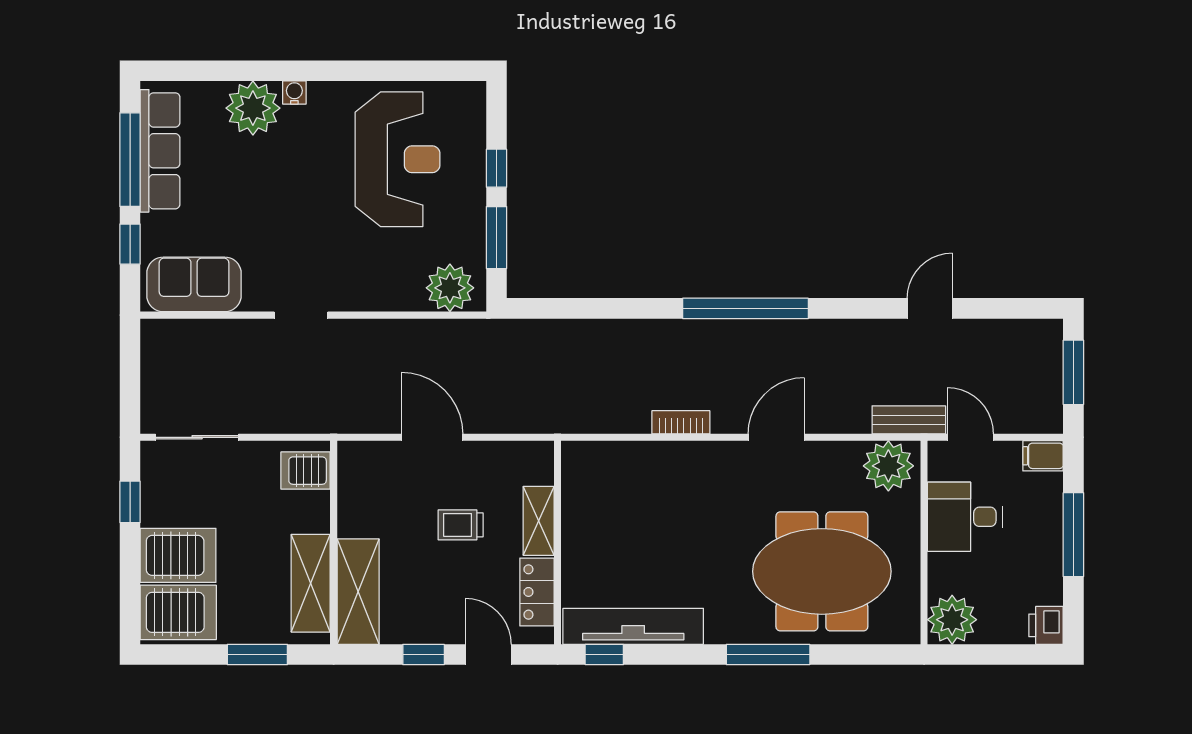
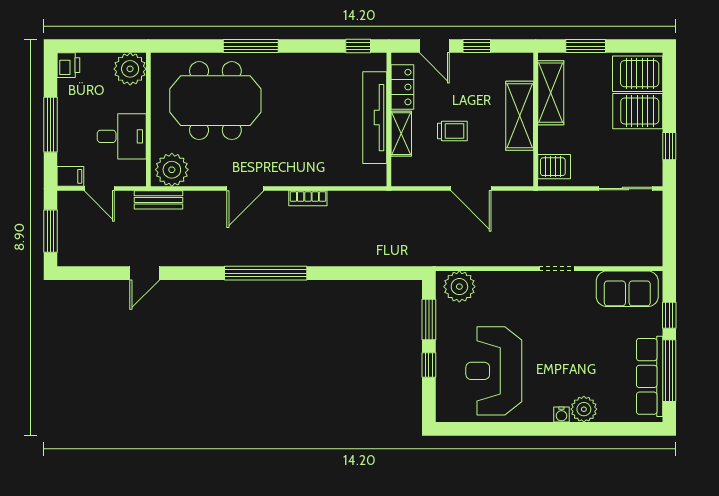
plant: (253, 108) -> (584, 409), width x0.73, depth x0.73
door: (970, 437) -> (99, 189), moved
shelving: (358, 592) -> (520, 116), moved
tv unit: (633, 626) -> (375, 118), moved, turned 90

